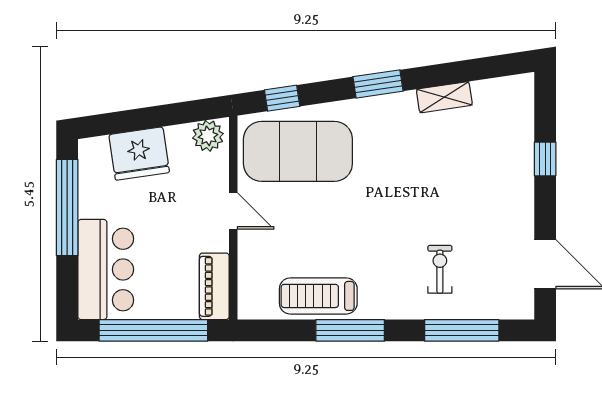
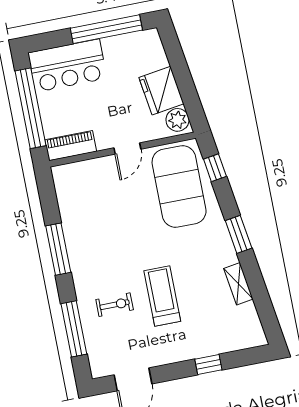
fridge: (139, 154) -> (161, 91), moved
treadmill: (318, 296) -> (162, 296), moved

